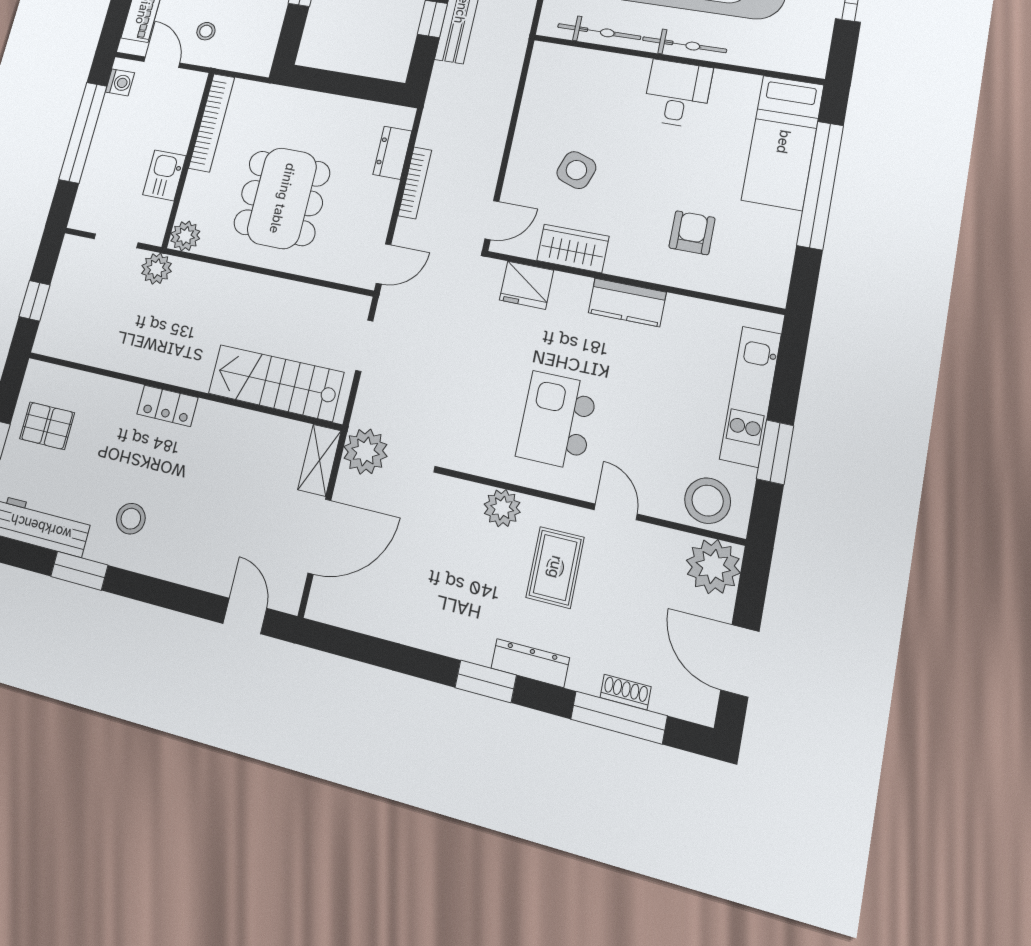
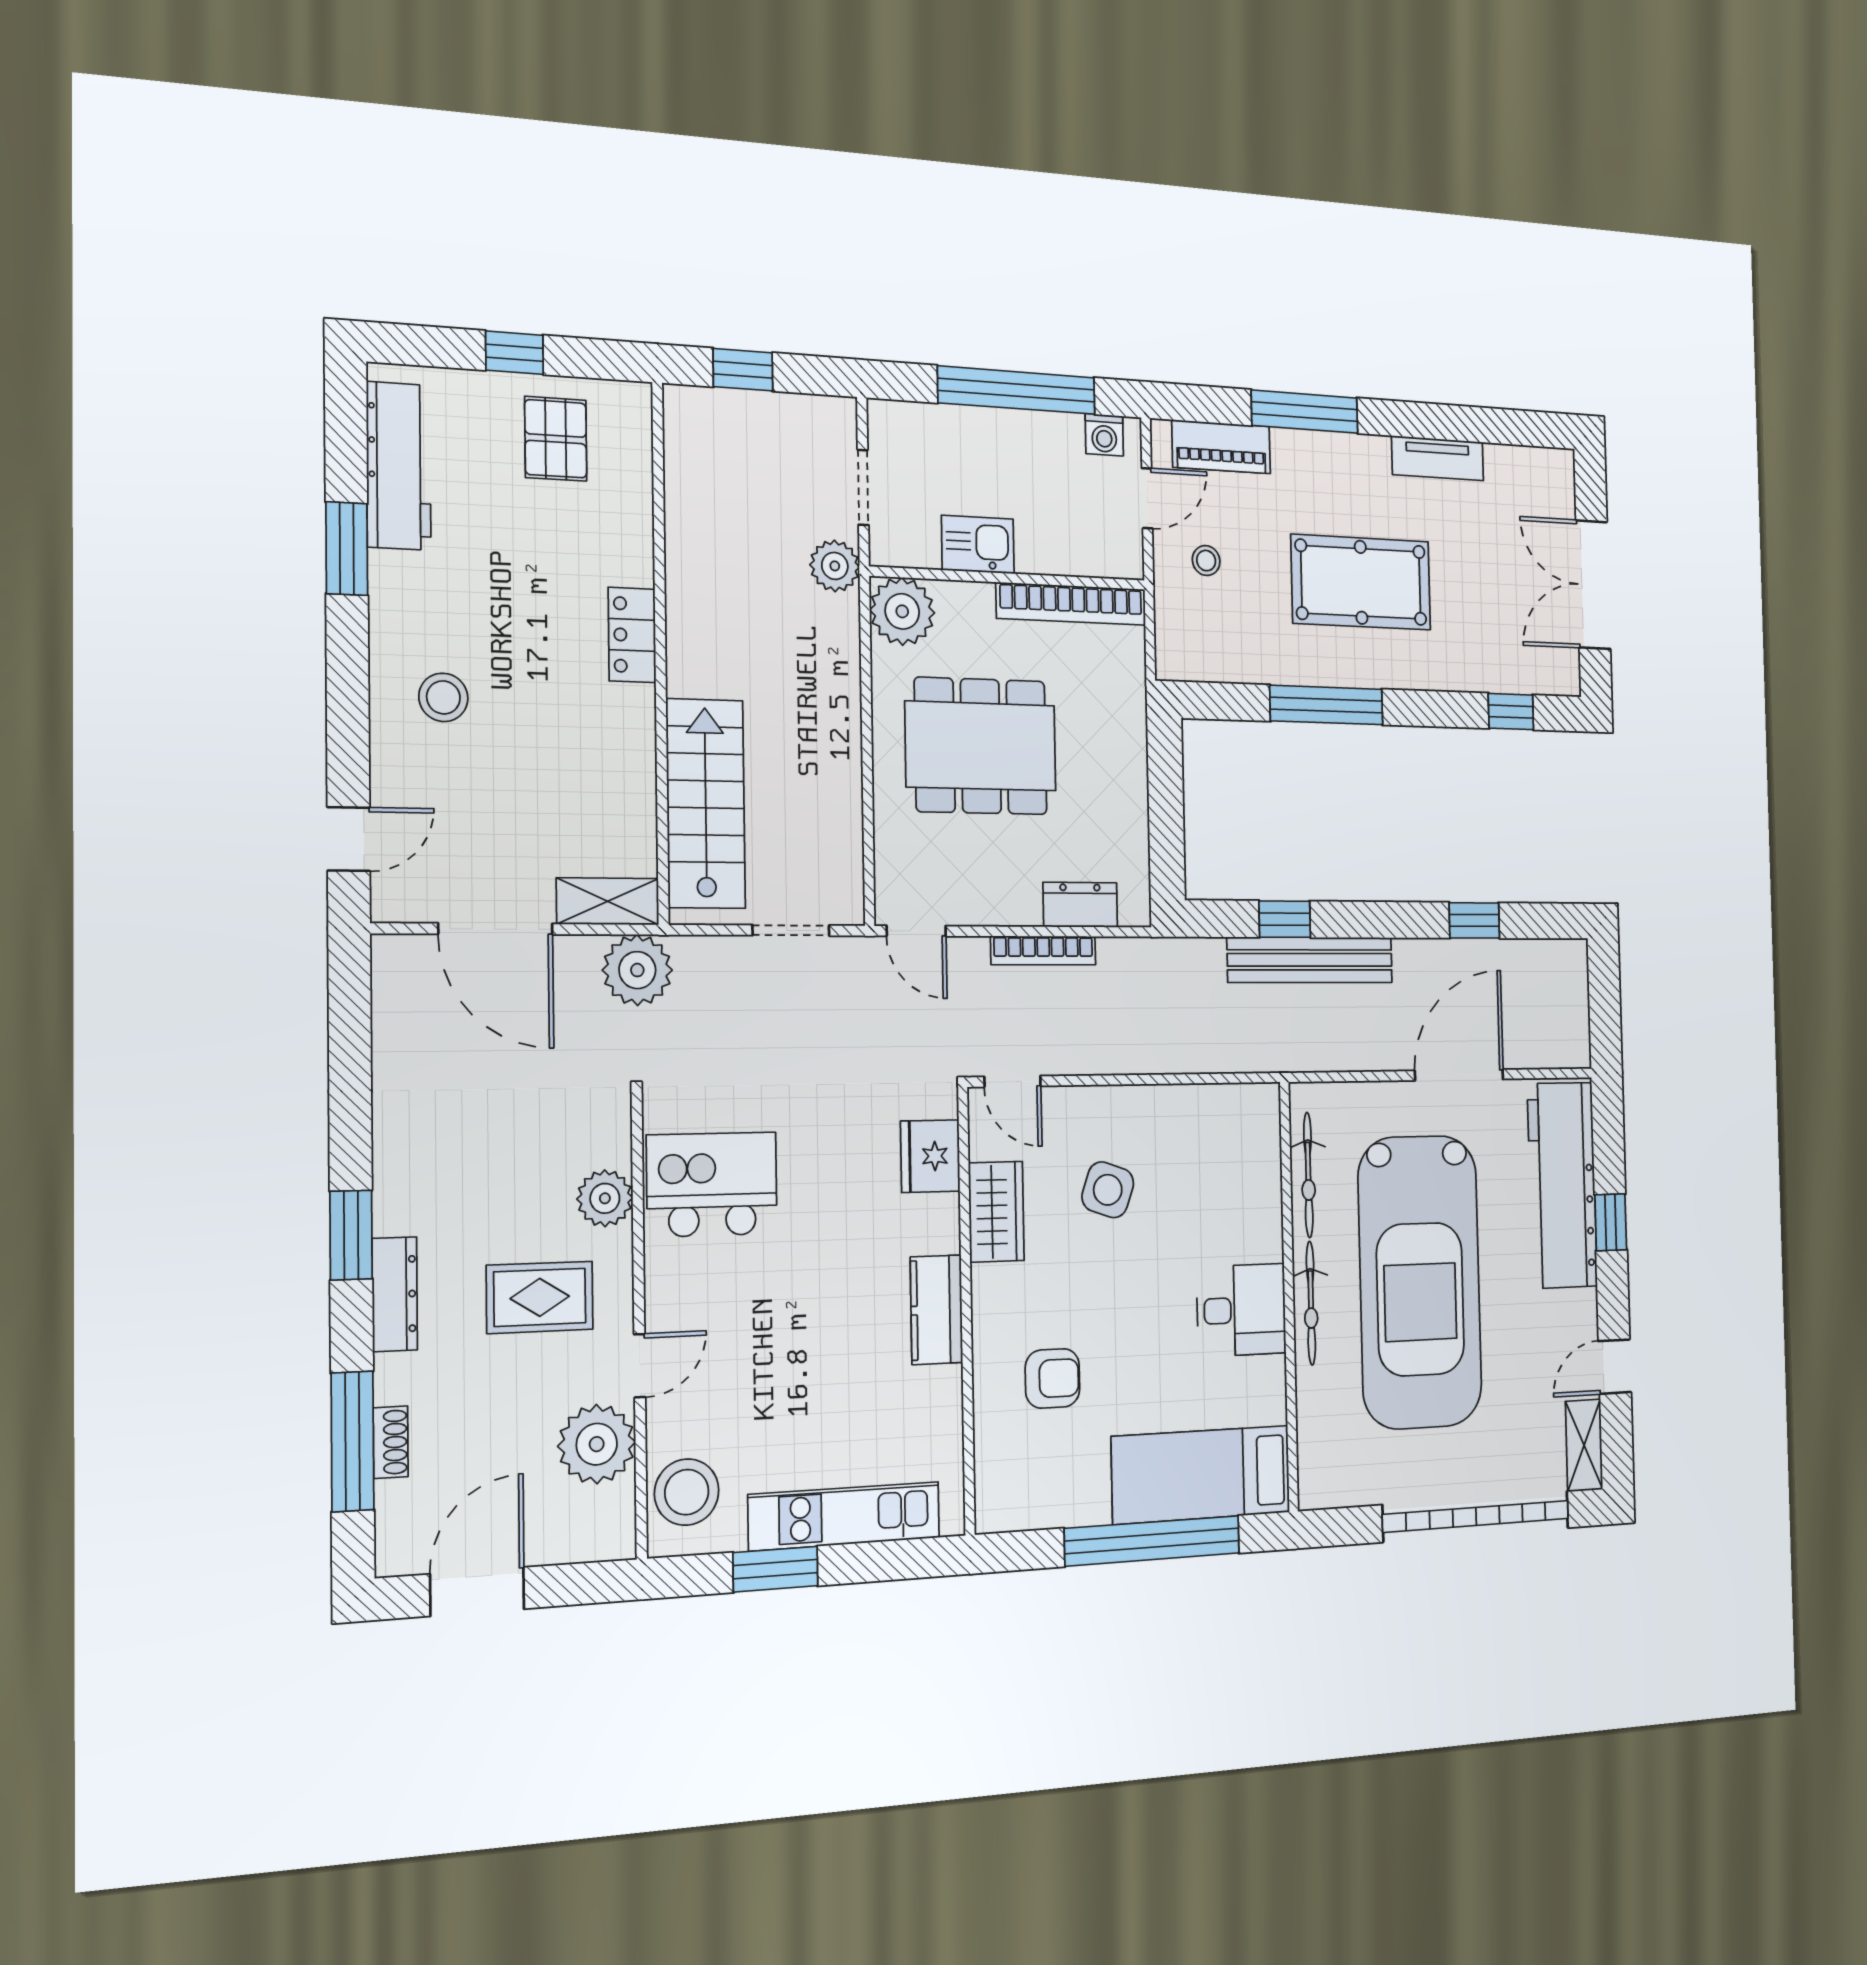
plant: (185, 236) -> (902, 611), width x1.36, depth x1.36
kitchen island: (557, 420) -> (712, 1184), moved
stool: (131, 519) -> (443, 697), moved
plant: (713, 567) -> (597, 1444), moved

